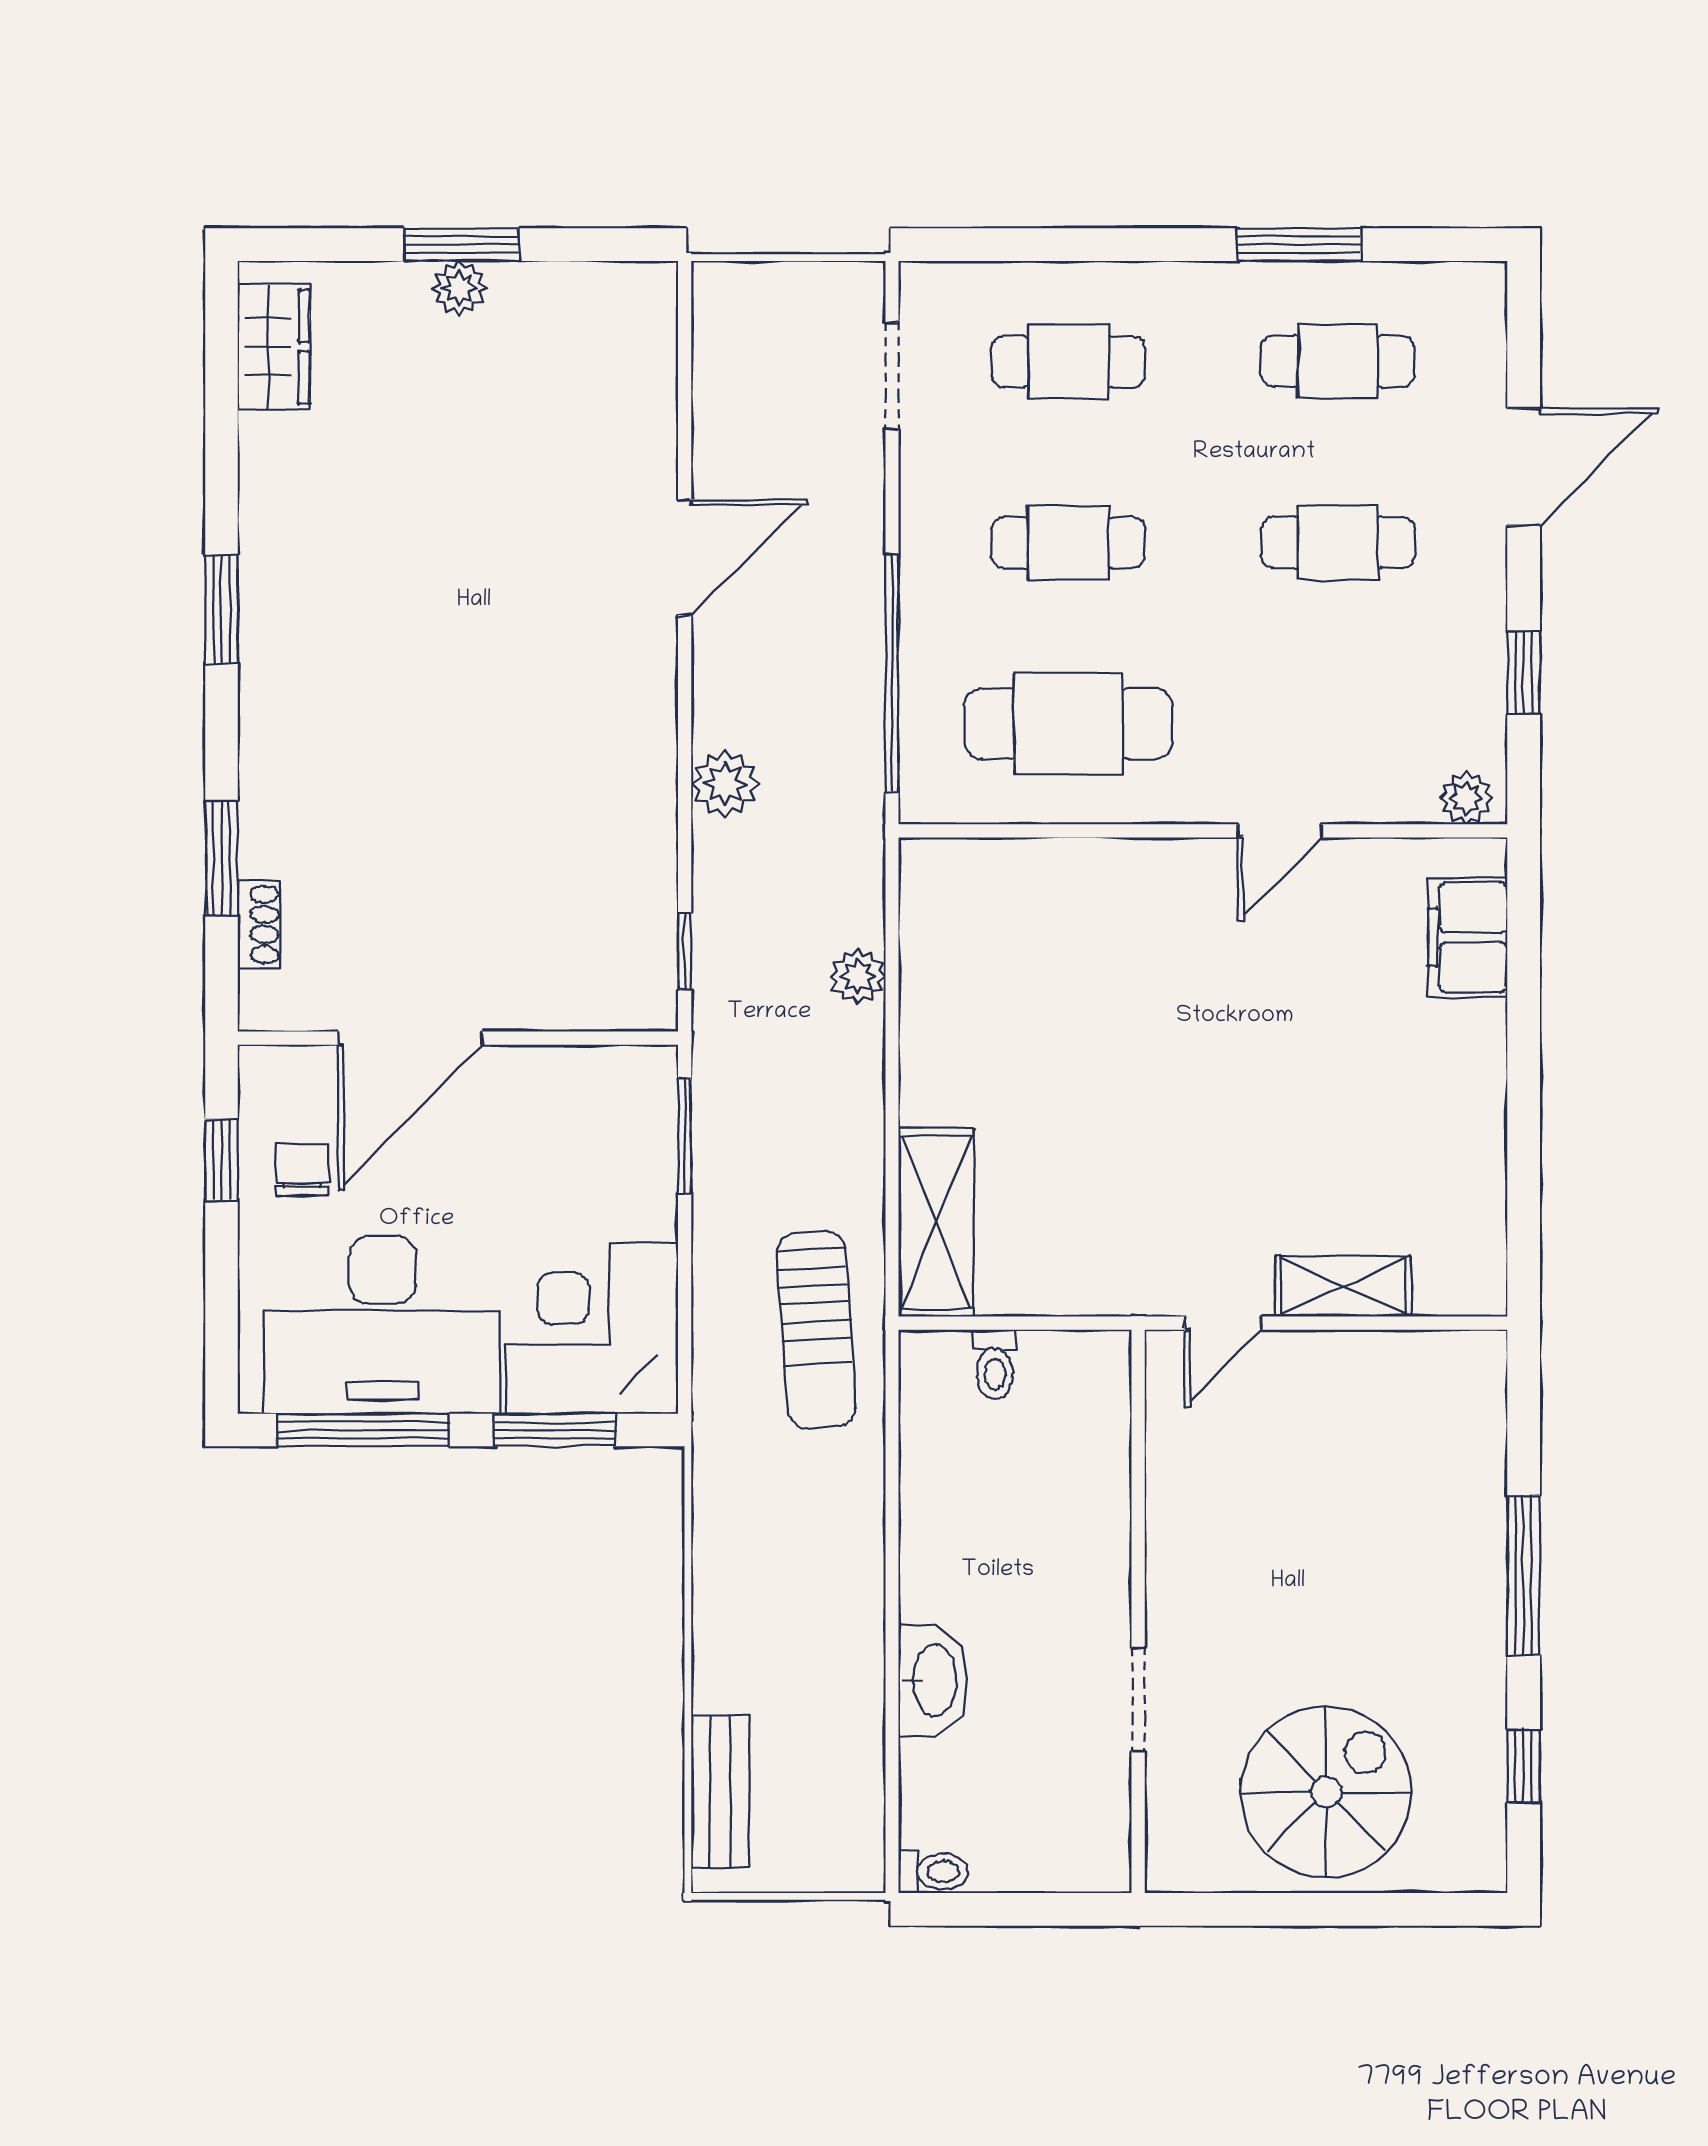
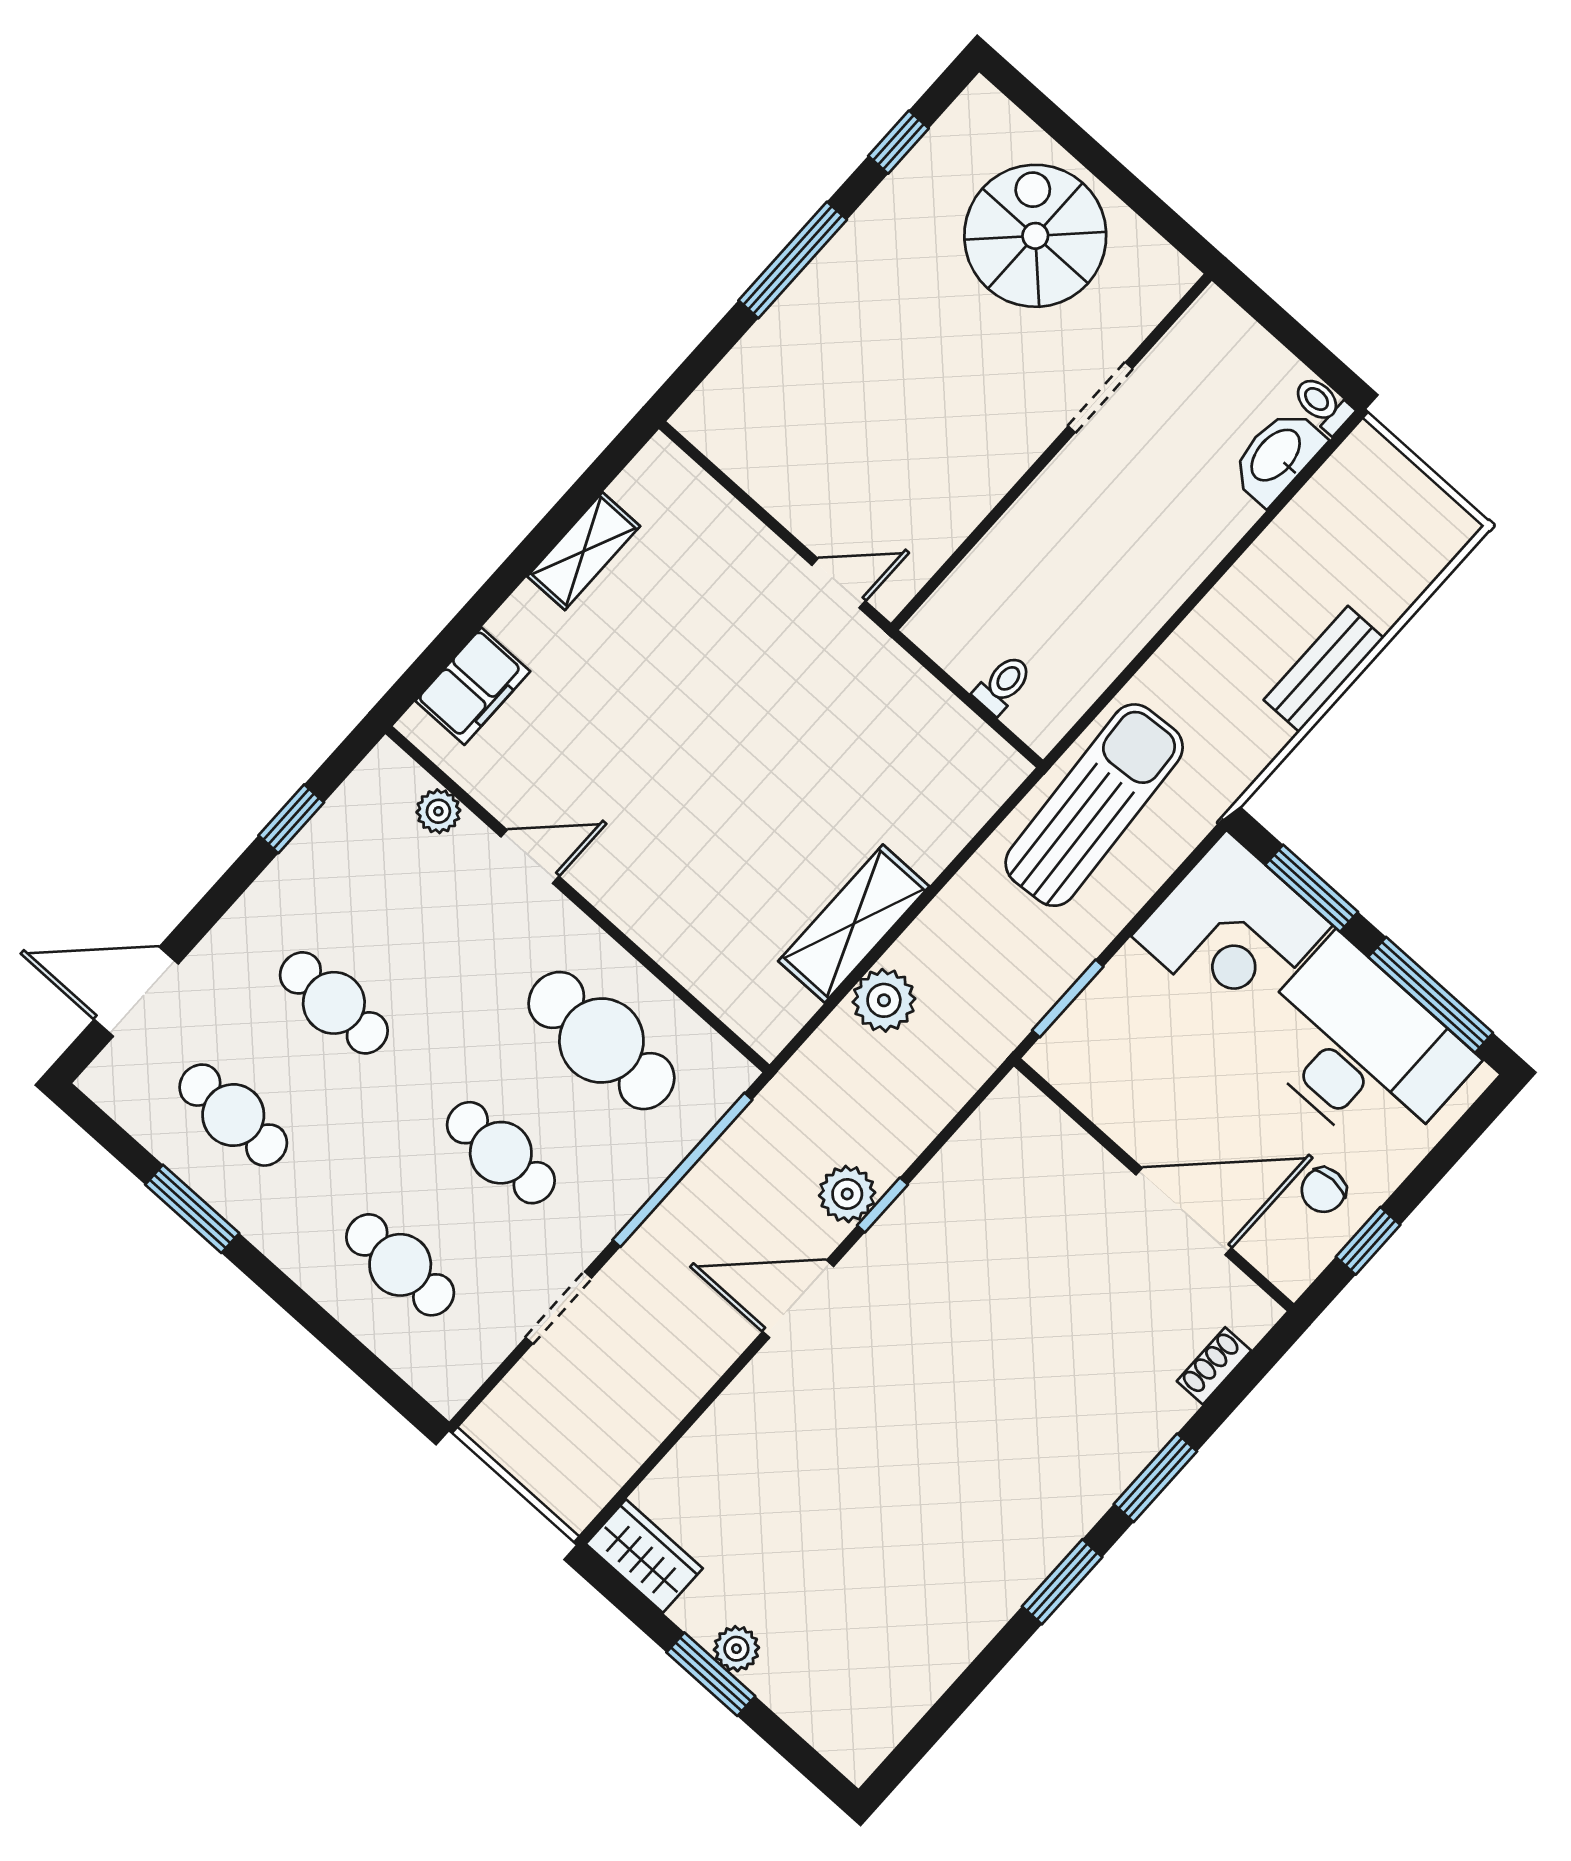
wardrobe: (274, 347) -> (644, 1556), moved, turned 90
doorway: (892, 376) -> (559, 1308), moved
door: (1524, 467) -> (136, 992), moved
door: (685, 557) -> (798, 1299), moved
plant: (1466, 798) -> (438, 811), moved
window: (222, 859) -> (1155, 1478), moved
window: (685, 952) -> (882, 1205), moved
plant: (858, 976) -> (884, 1000), width x1.38, depth x1.38
shelving: (936, 1222) -> (854, 924), moved
shelving: (1343, 1286) -> (584, 551), moved, turned 90
sun lounger: (816, 1330) -> (1094, 805), width x1.36, depth x1.34
washbasin: (933, 1680) -> (1277, 456), moved
bench: (720, 1792) -> (1324, 669), moved
spiral stairs: (1326, 1792) -> (1035, 236), turned 90

